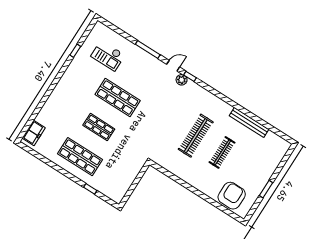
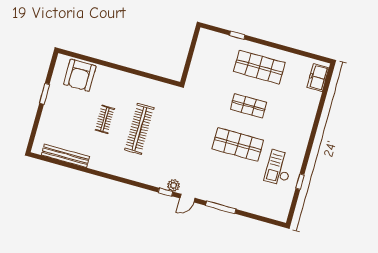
checkout: (108, 56) -> (279, 168), moved, turned -90
bench: (249, 122) -> (65, 156), moved
clothes rail: (222, 152) -> (105, 119), width x0.73

